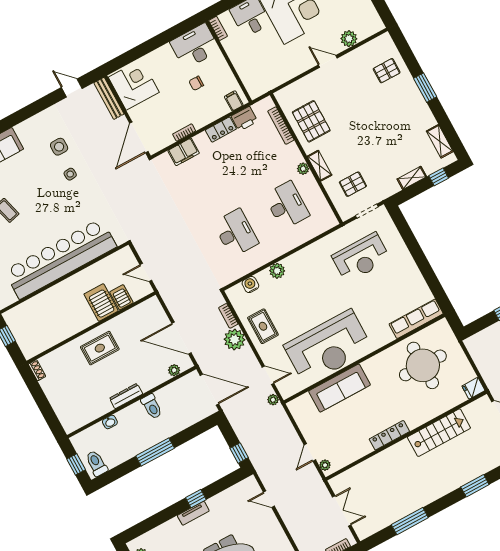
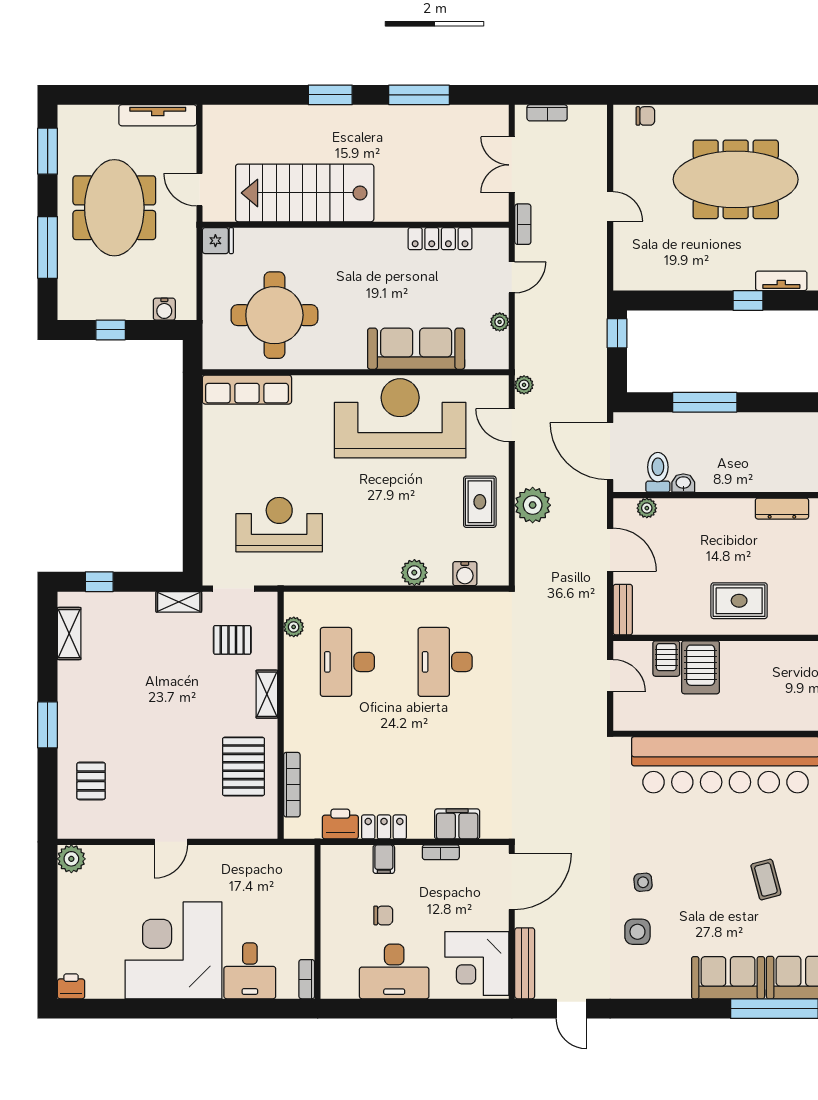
plant: (349, 39) -> (71, 859), moved
desk: (195, 46) -> (394, 971), moved
door: (328, 61) -> (171, 842), hinge flipped
pallet: (387, 71) -> (91, 781), turned 90
filing cabinet: (234, 101) -> (384, 859), moved
plant: (303, 169) -> (294, 627), moved
shelving: (412, 178) -> (179, 602), moved
bench: (158, 310) -> (623, 610), added
bookcase: (228, 316) -> (523, 224), moved
water cooler: (482, 337) -> (164, 309), added
door: (181, 338) -> (610, 550), width x0.73
dresser: (126, 396) -> (782, 509), moved
toilet: (152, 407) -> (658, 472), moved
washbasin: (110, 422) -> (683, 483), moved
stairs: (439, 433) -> (305, 193), width x1.36, depth x1.51
locker: (389, 435) -> (440, 239), moved
window: (155, 452) -> (705, 402), moved
plant: (325, 465) -> (500, 322), moved
window: (475, 486) -> (330, 95), moved
window: (196, 499) -> (748, 300), moved
door: (269, 499) -> (610, 206), moved
tv unit: (193, 513) -> (781, 281), moved

